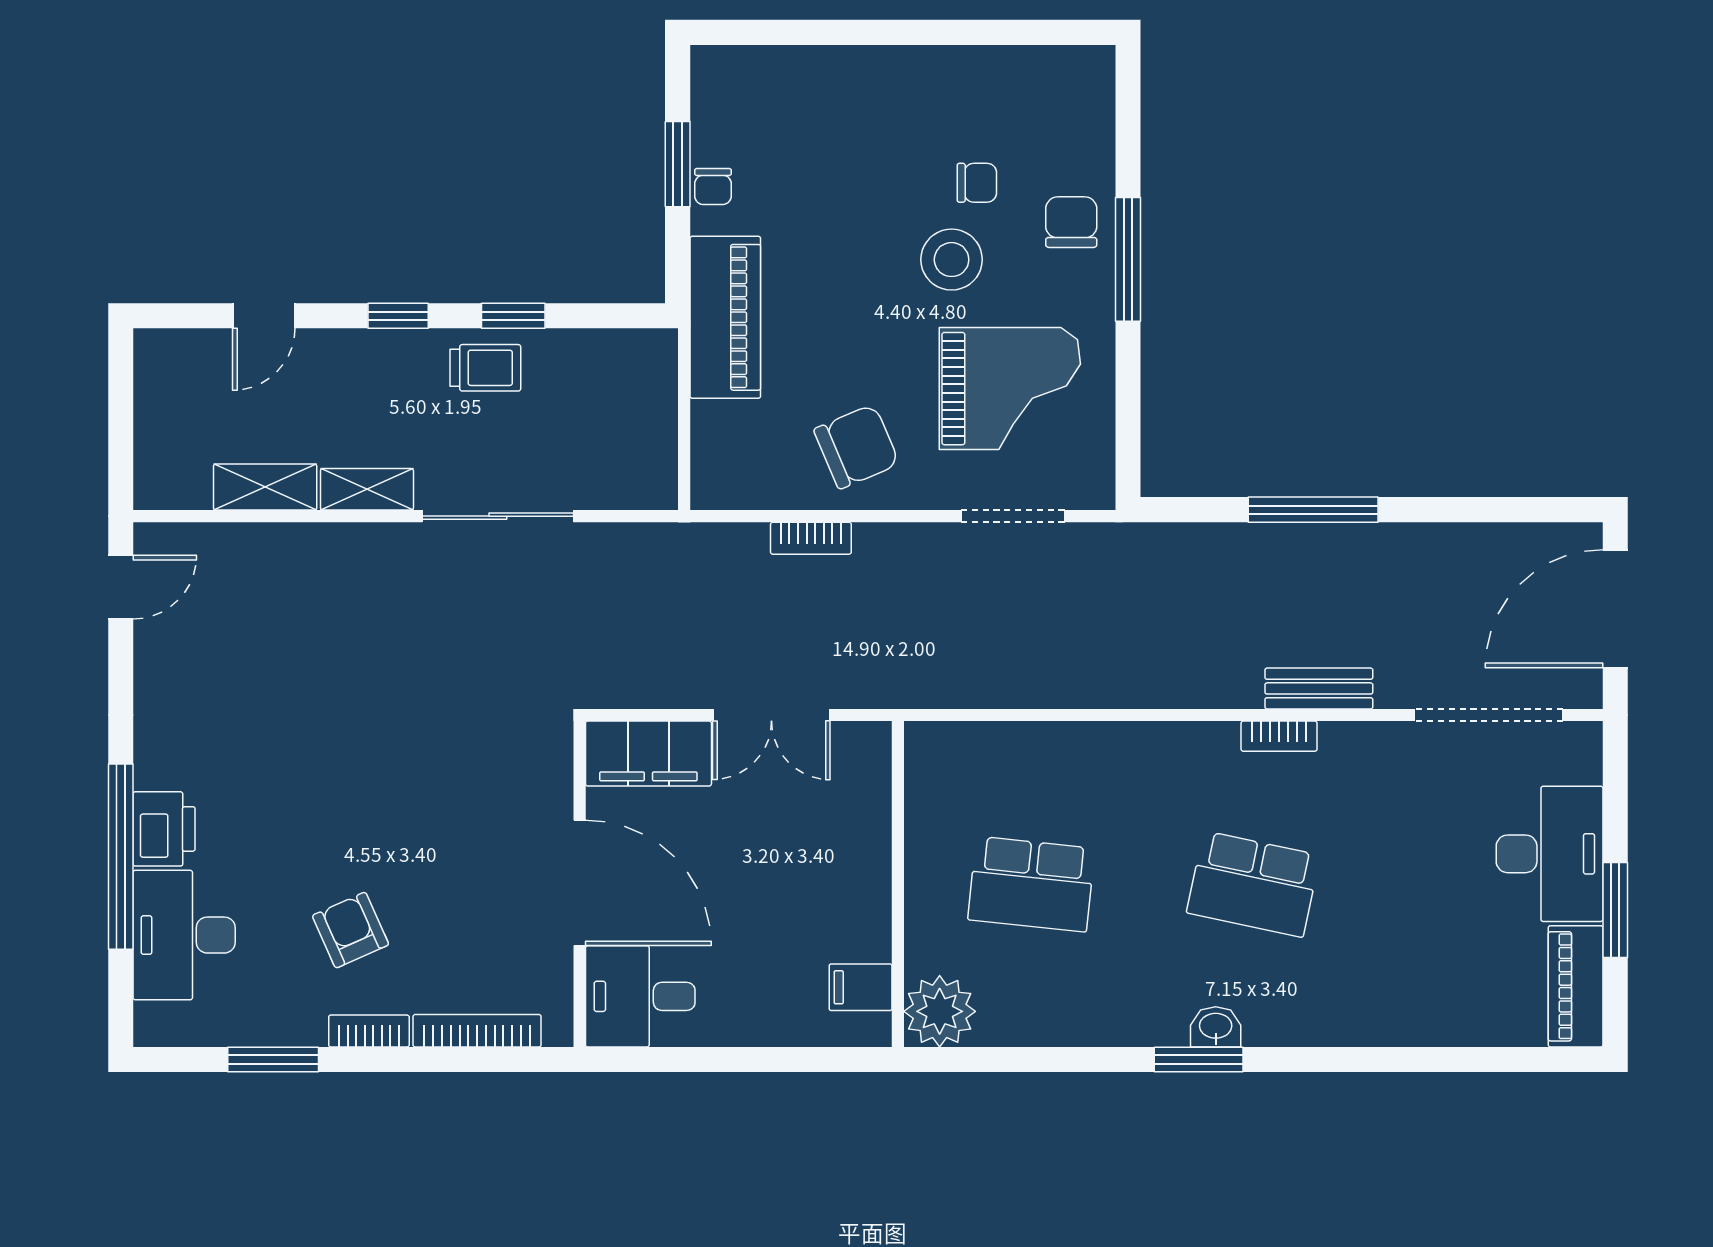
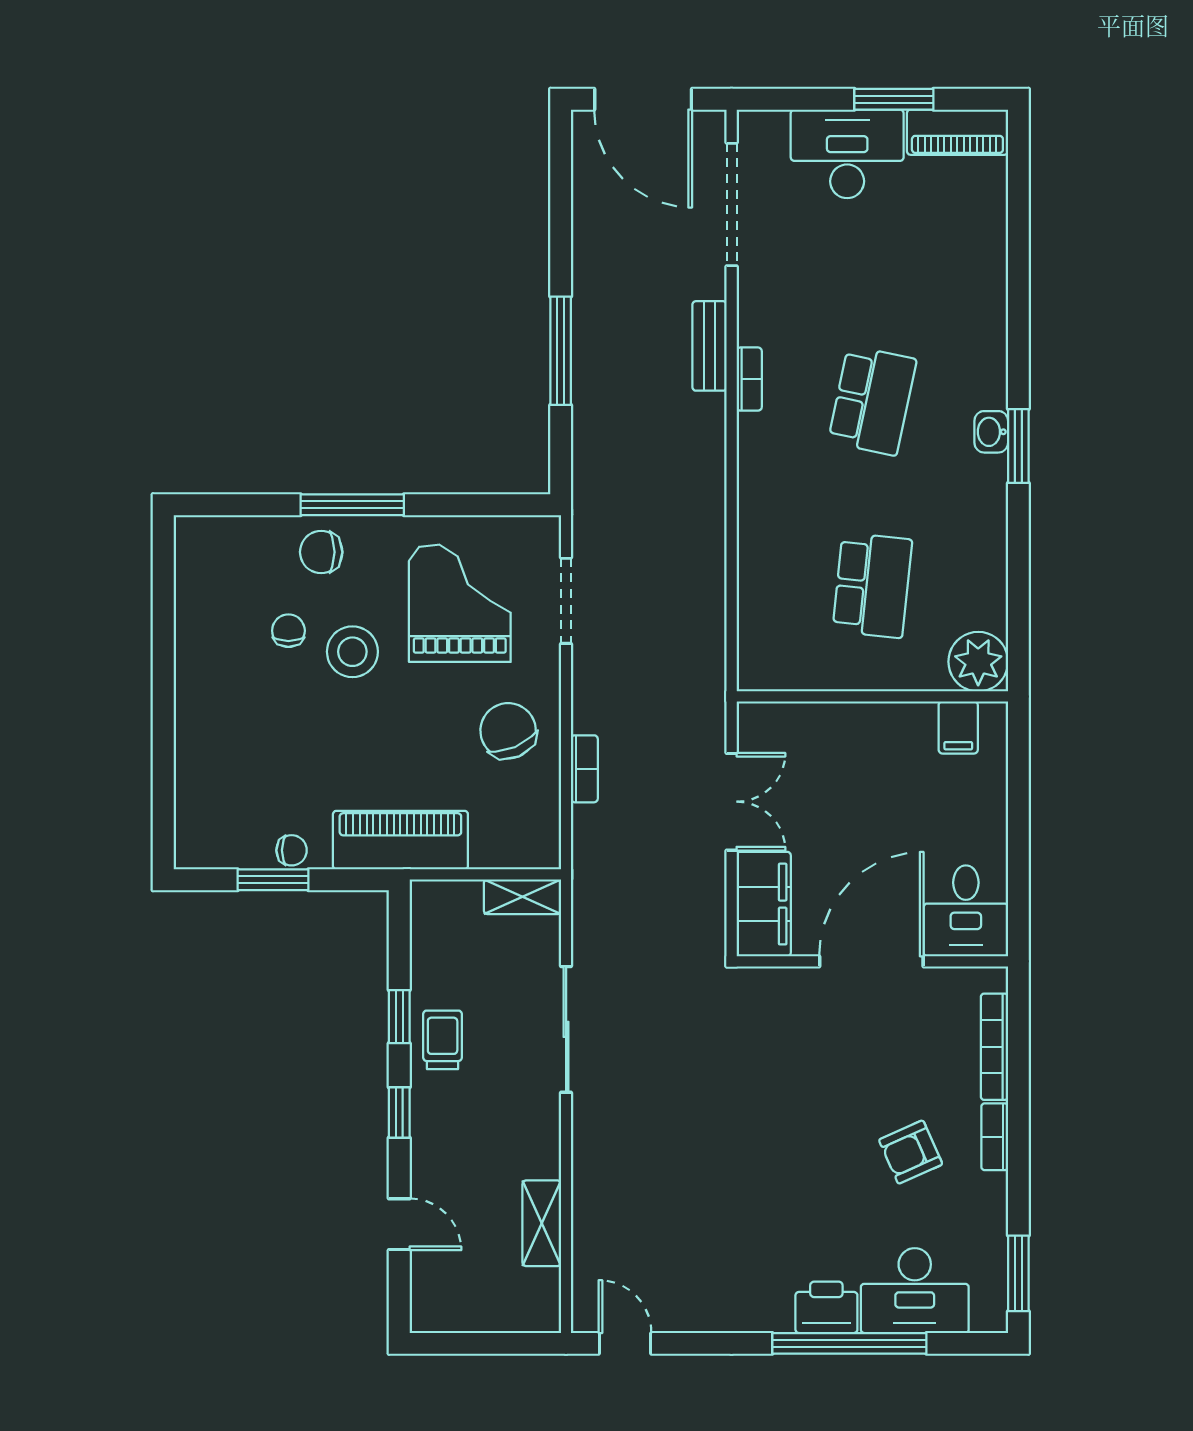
shelving: (367, 489) -> (522, 897), moved, turned 90
window: (273, 1060) -> (1018, 1273), moved

